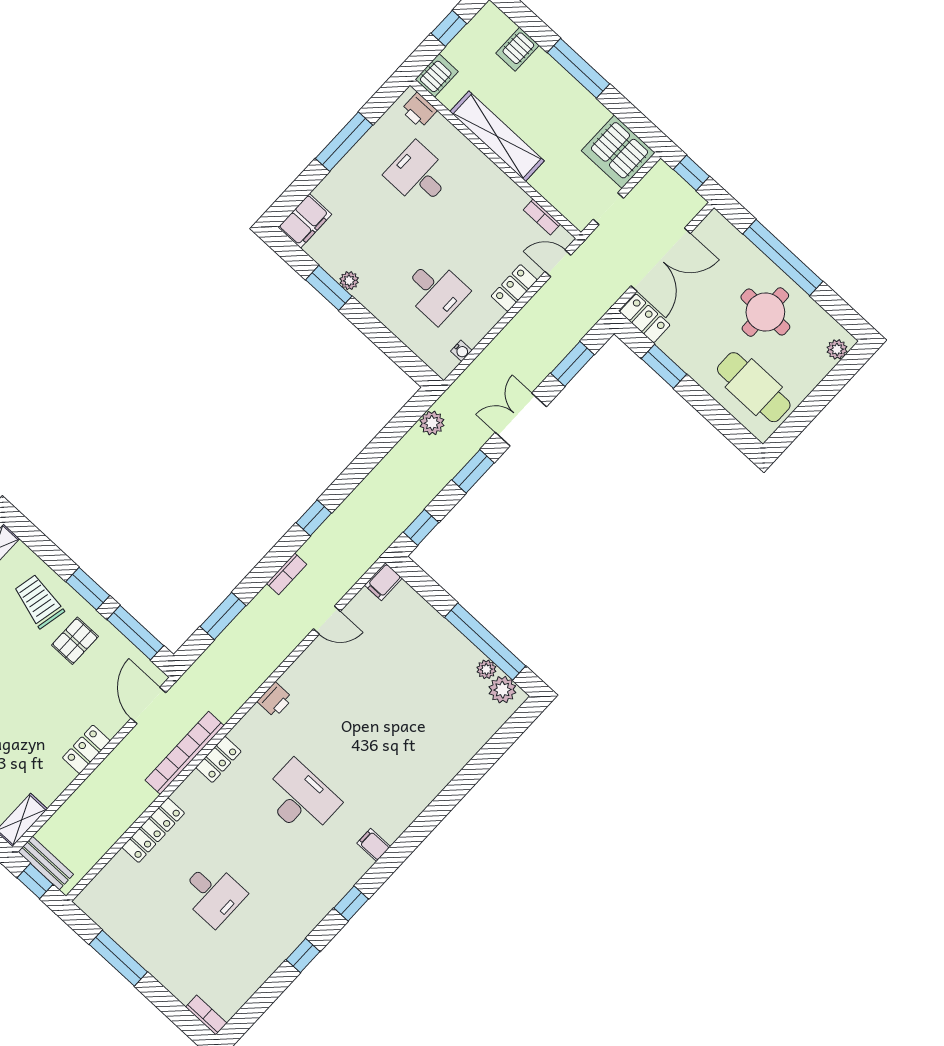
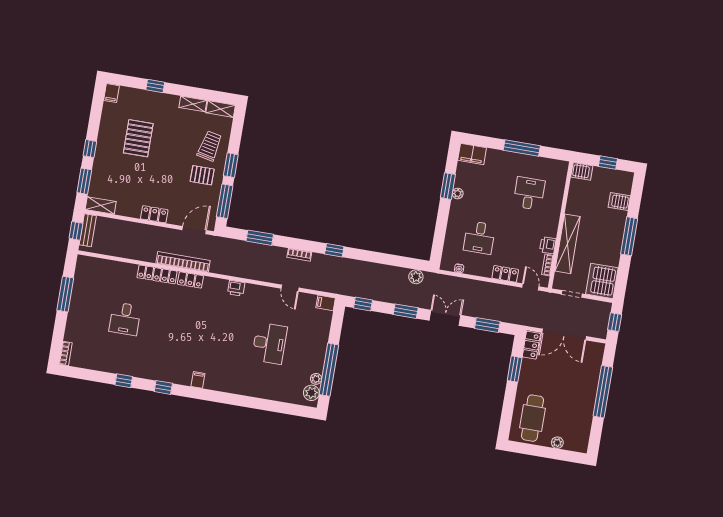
printer: (419, 110) -> (548, 245), moved
shelving: (497, 136) -> (568, 244), moved
round table: (765, 312) -> (572, 400), removed
plant: (837, 349) -> (557, 443), moved
desk: (301, 799) -> (269, 343), moved
locker: (153, 830) -> (157, 274), moved

